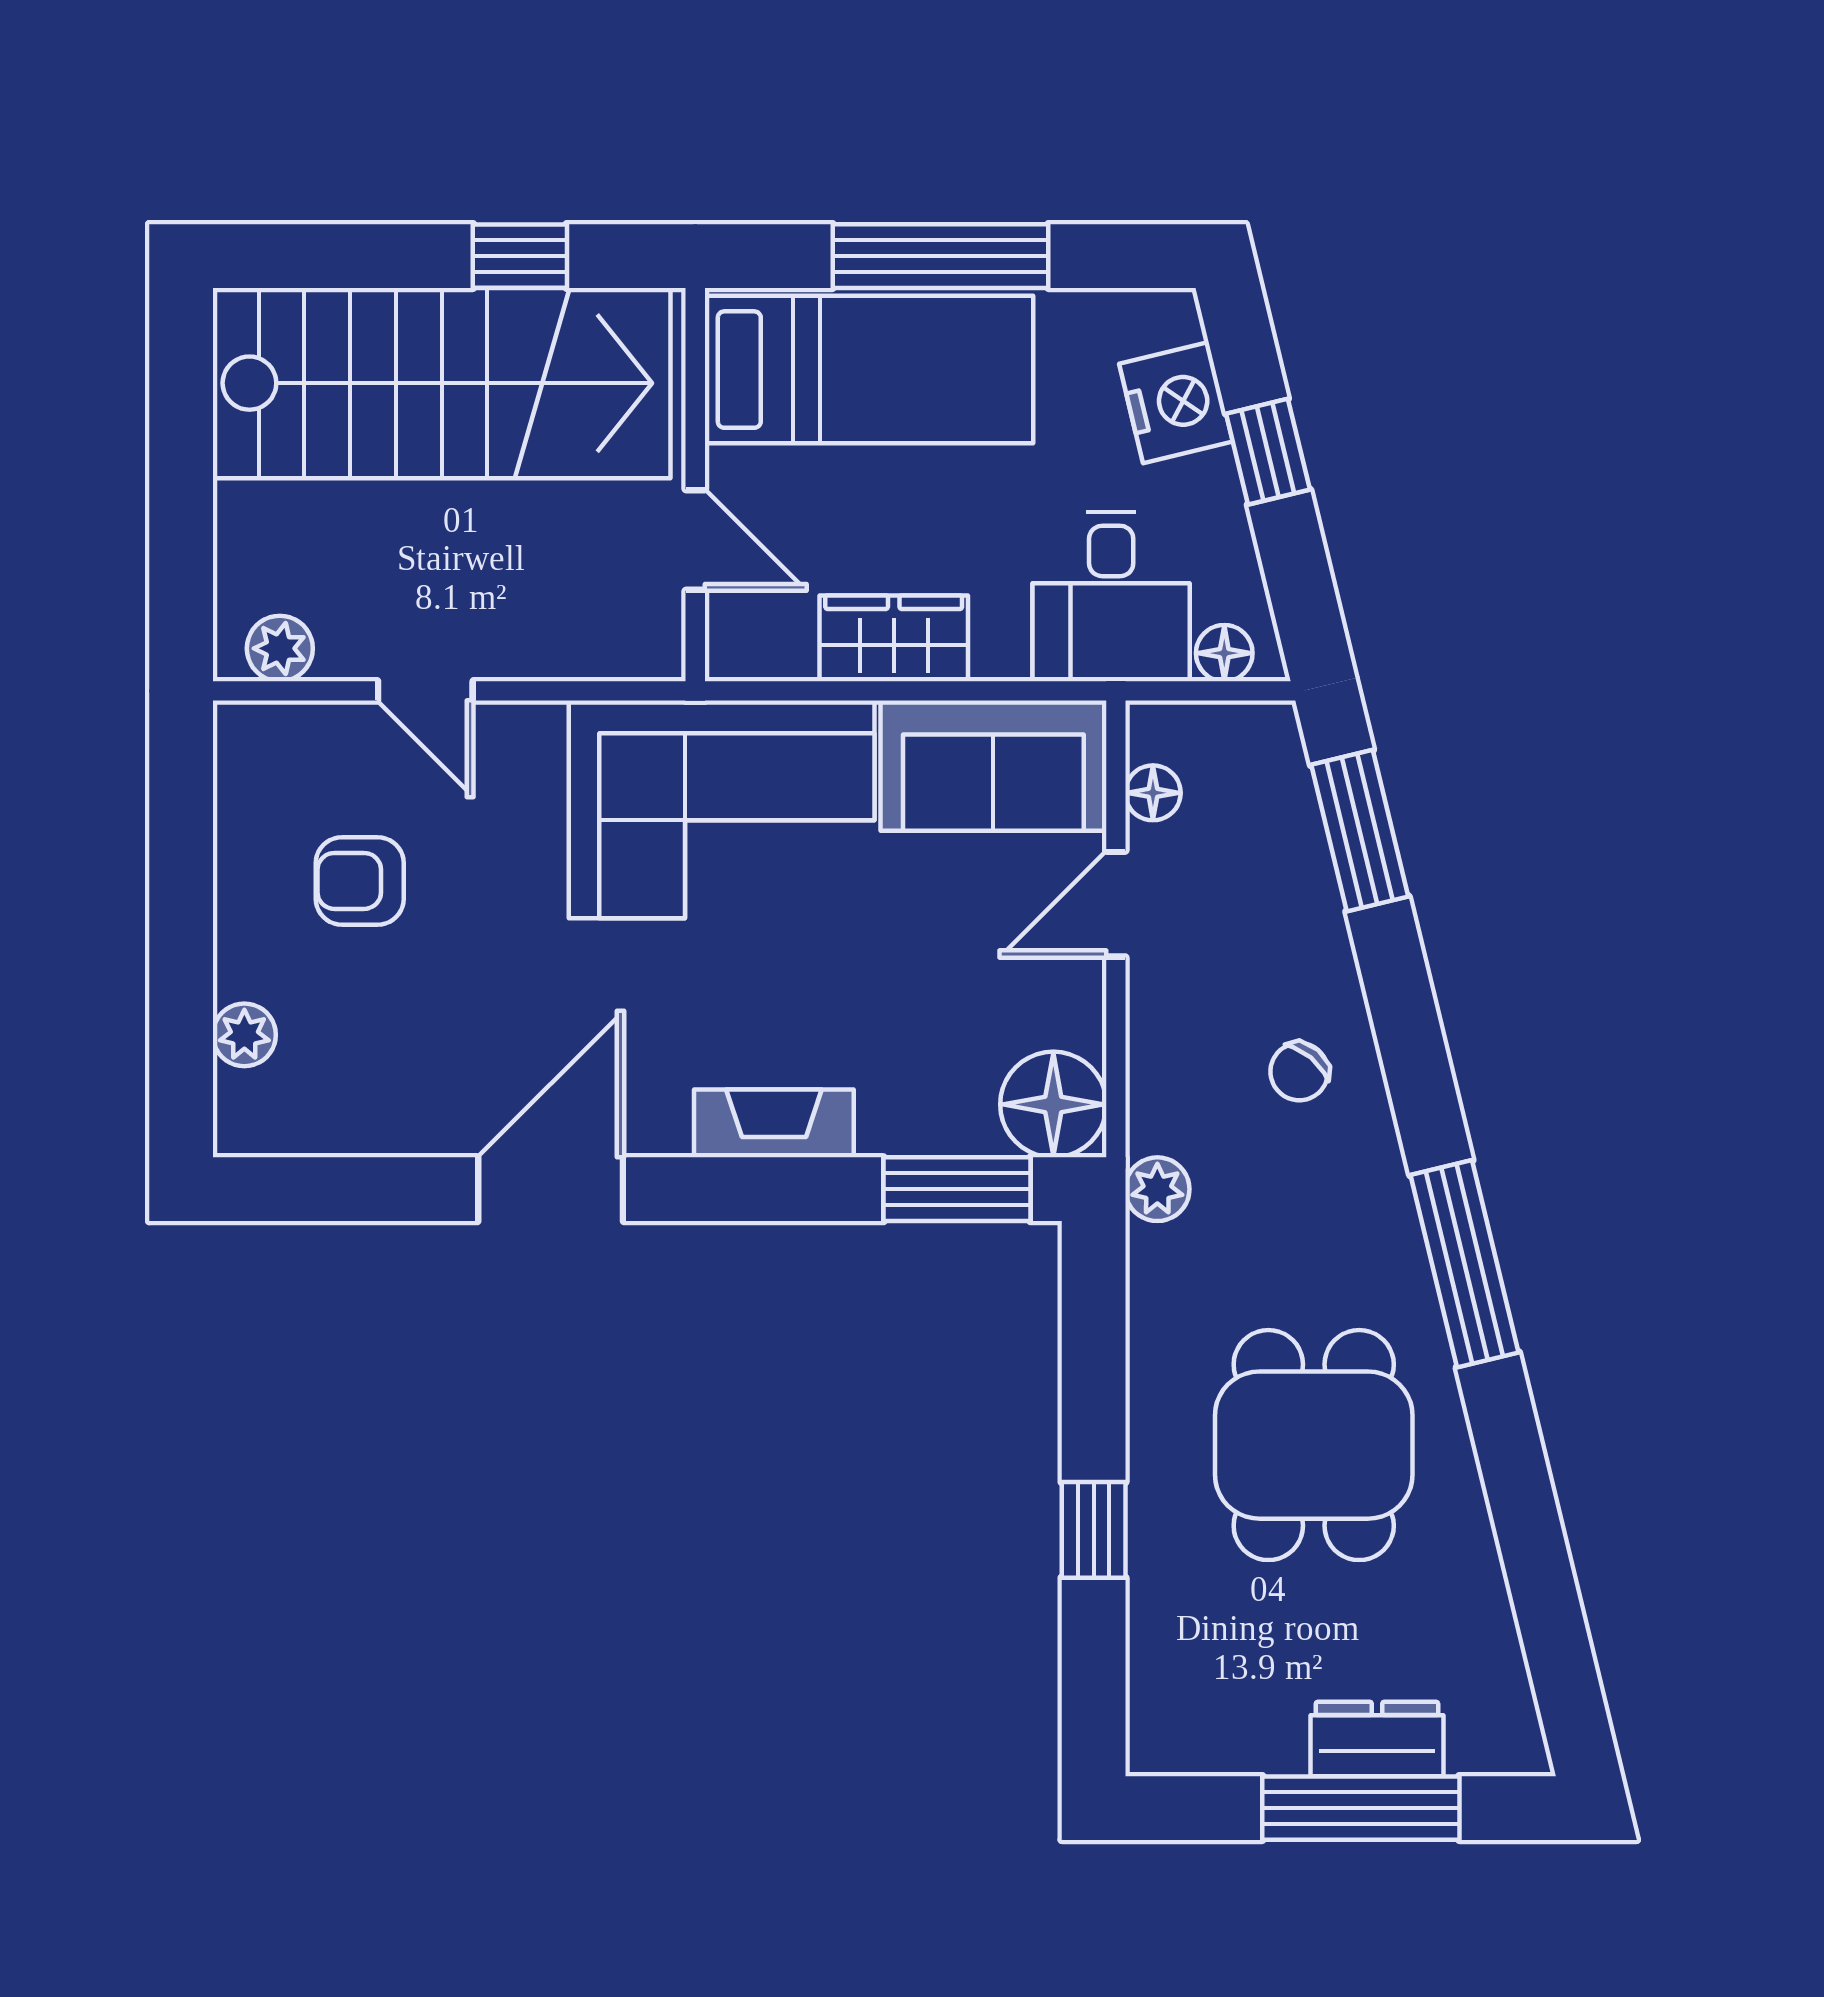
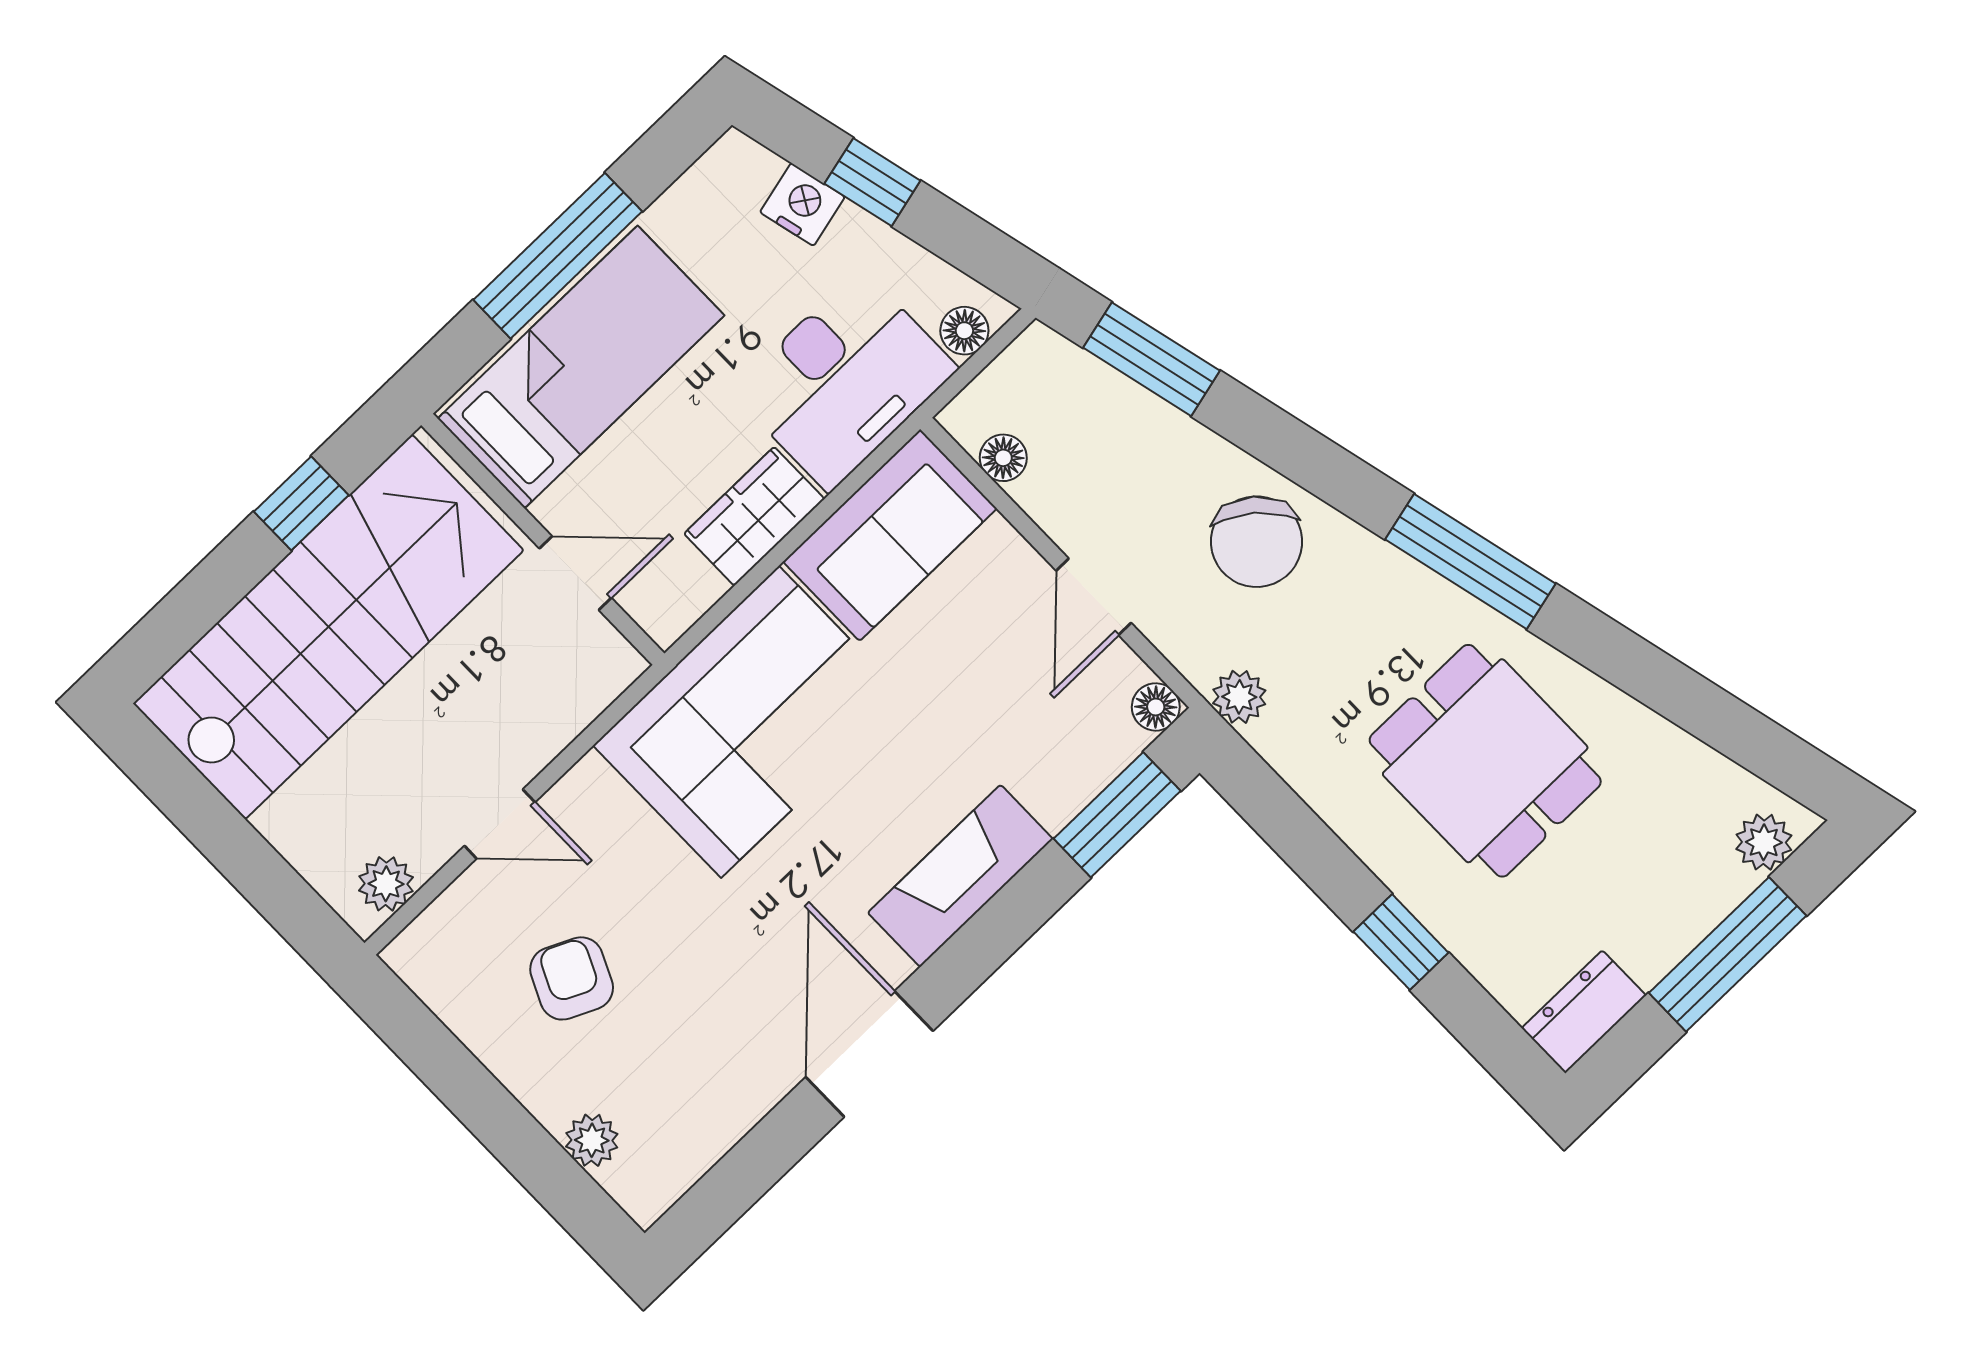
nightstand: (1176, 403) -> (802, 204), width x0.74, depth x0.75
desk: (1111, 597) -> (844, 380), width x1.37
armchair: (360, 881) -> (572, 978), turned 115
door: (1116, 904) -> (1094, 597), moved
chair: (1299, 1072) -> (1257, 542), width x1.87, depth x1.87
floor lamp: (1053, 1104) -> (1156, 707), width x0.53, depth x0.53
fireplace: (774, 1123) -> (960, 876), width x1.37, depth x1.32
dresser: (1377, 1739) -> (1584, 1012), moved
plant: (1483, 1743) -> (1764, 842), added

